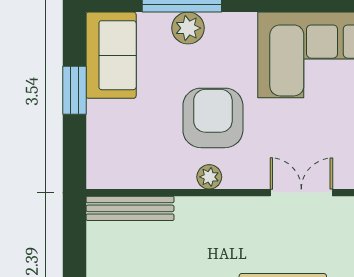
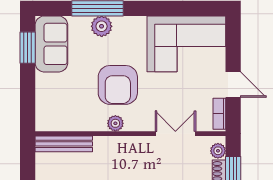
window: (75, 90) -> (28, 48), moved
armchair: (213, 118) -> (118, 85), turned 180

